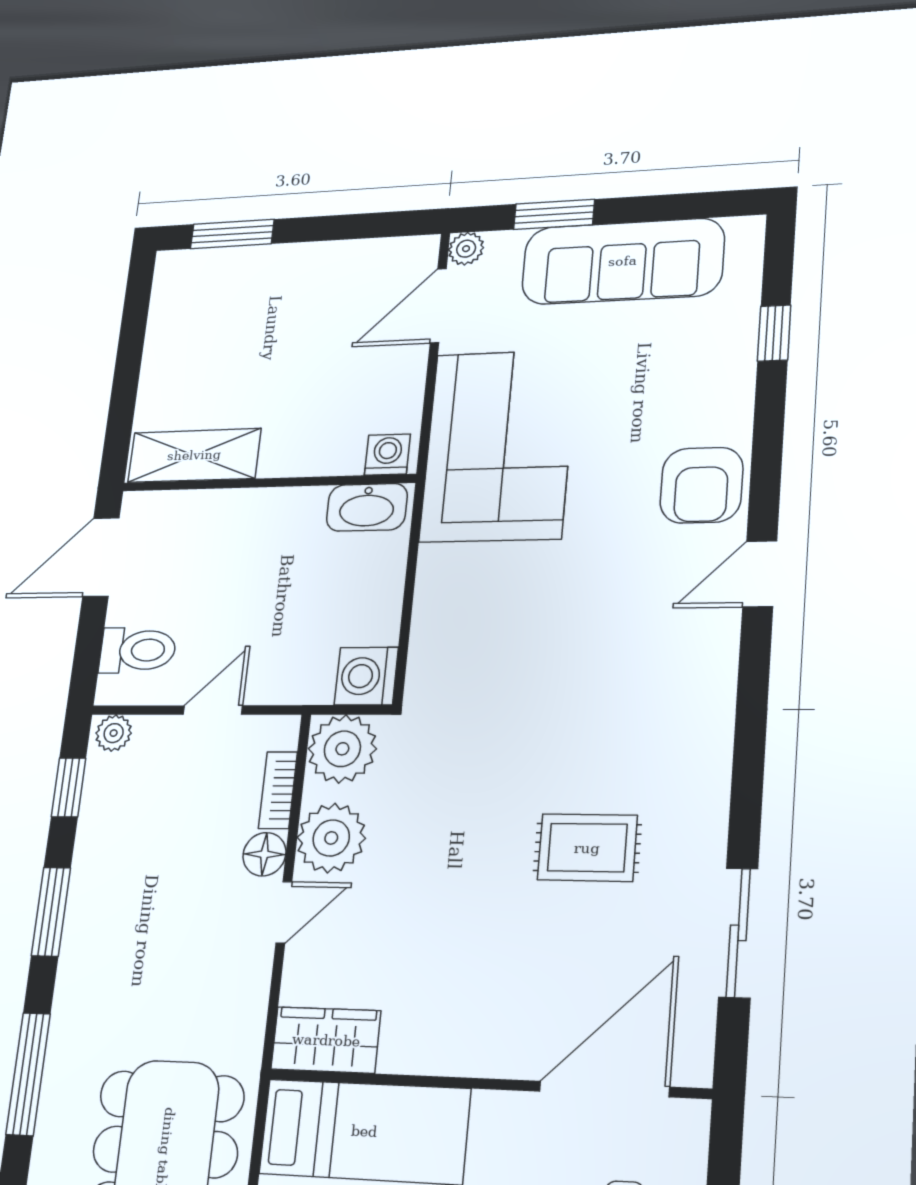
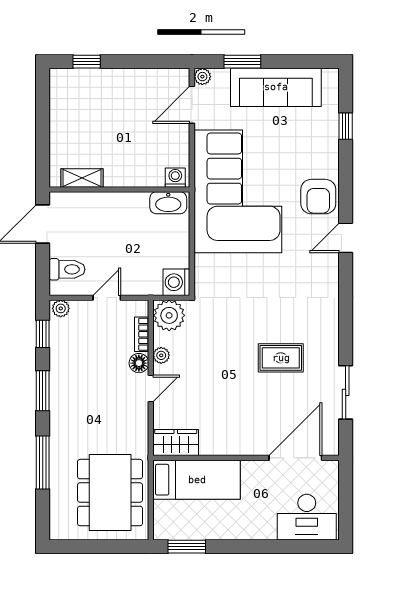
window: (232, 234) -> (87, 62), width x0.67
corner sofa: (498, 446) -> (238, 191), width x1.36, depth x1.36
shelving: (194, 455) -> (82, 178), width x0.67, depth x0.75
plant: (331, 838) -> (161, 355), width x0.53, depth x0.53

